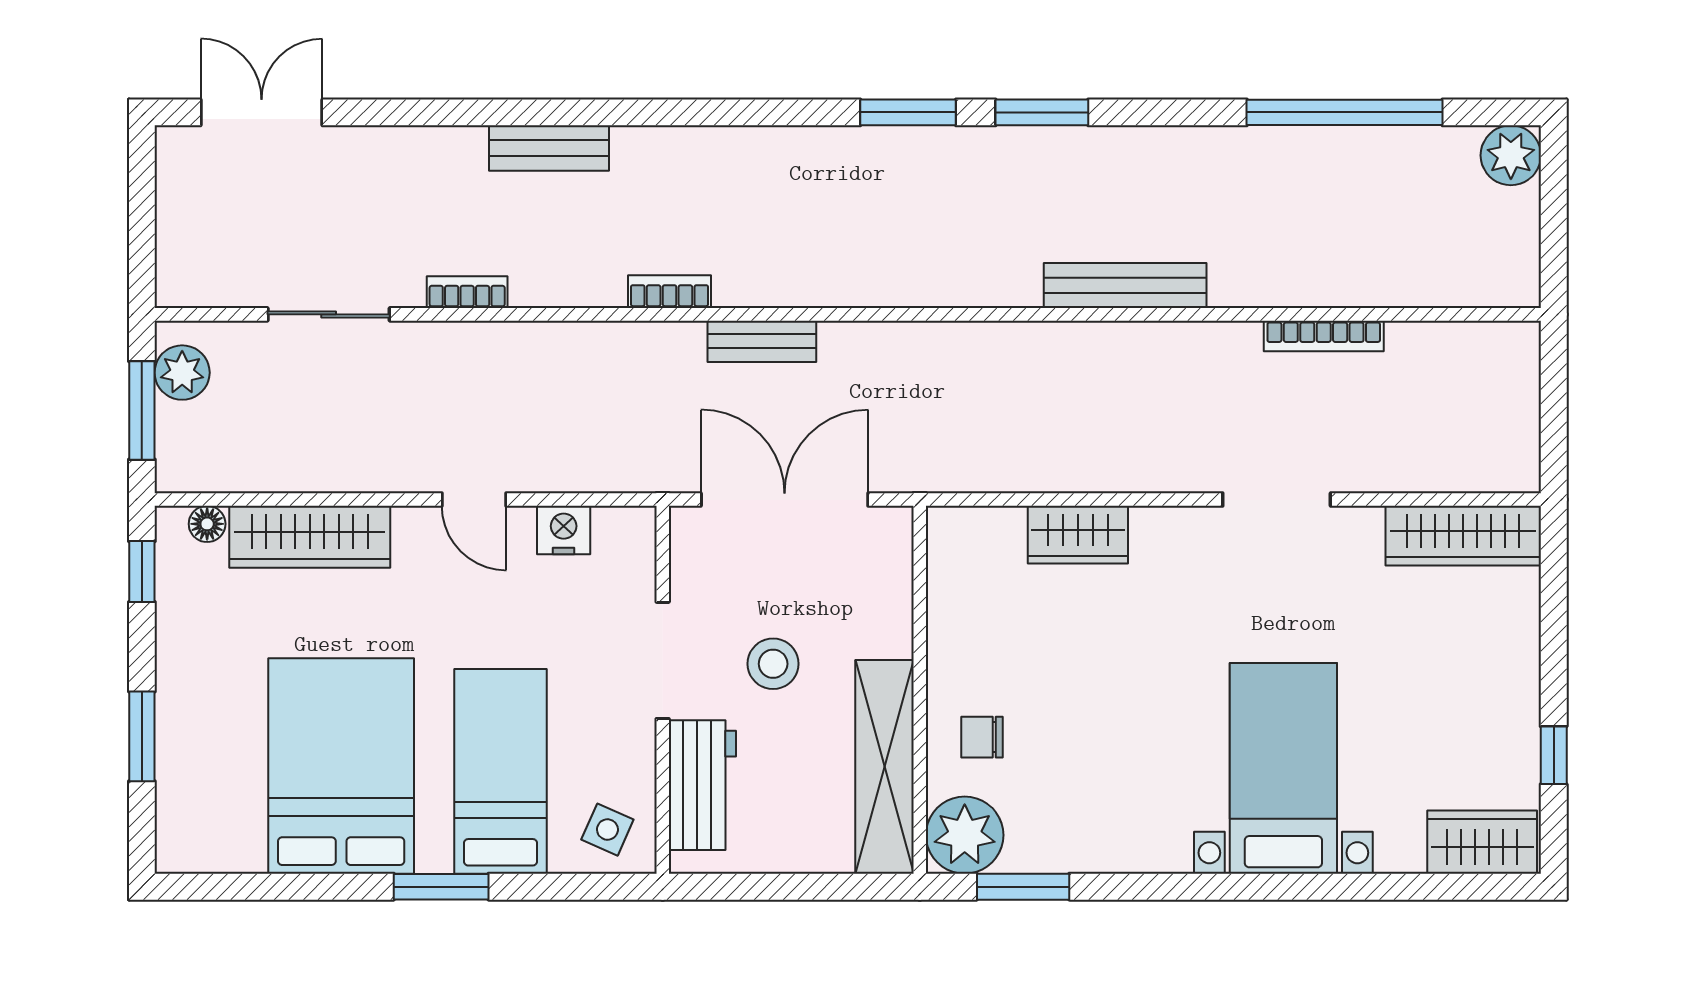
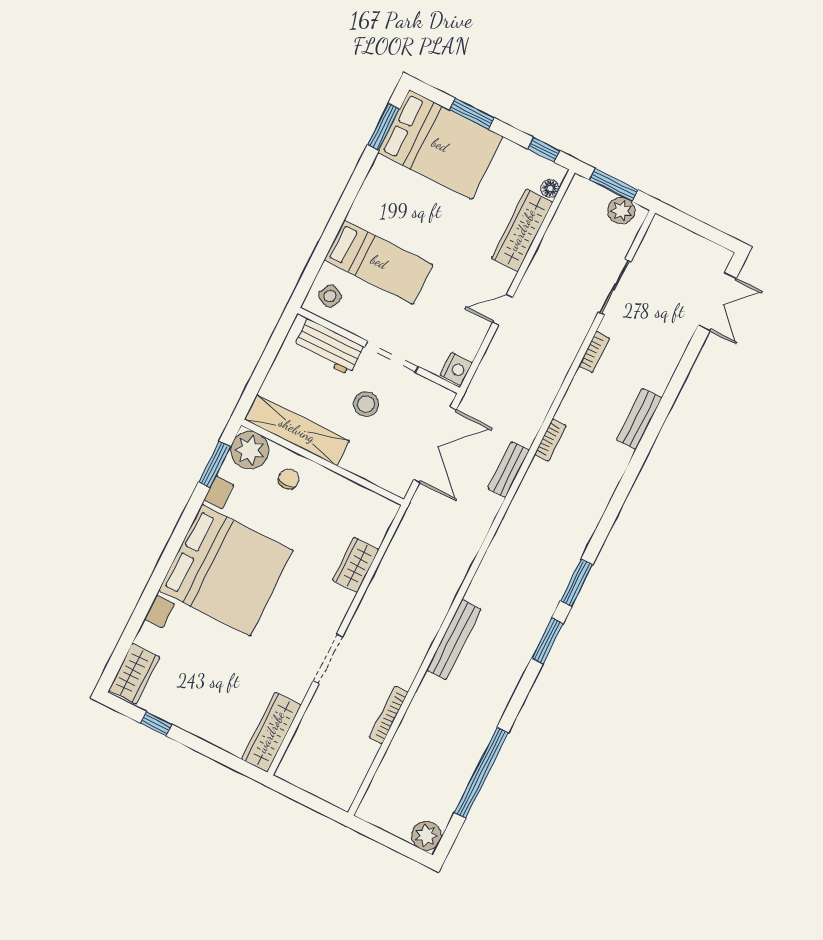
nightstand: (564, 530) -> (456, 369), moved
bed: (341, 766) -> (440, 145), moved
bed with nightstands: (1283, 768) -> (226, 570), width x1.85
window: (441, 887) -> (384, 127), moved

